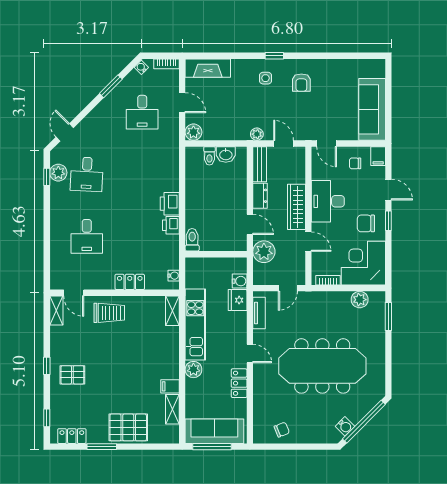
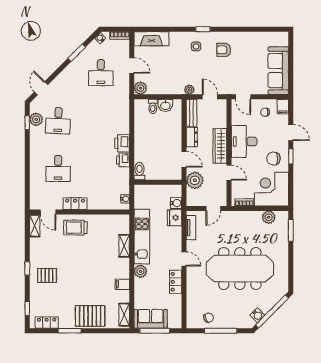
armchair: (301, 83) -> (224, 50), turned 90
locker: (130, 282) -> (75, 204), moved
shelving: (172, 311) -> (124, 246), moved
trolley: (109, 313) -> (75, 228), turned 180
shelving: (172, 409) -> (124, 315), moved
sofa: (214, 431) -> (151, 319), width x0.73
window: (297, 447) -> (221, 331), added

